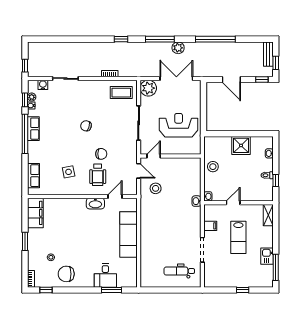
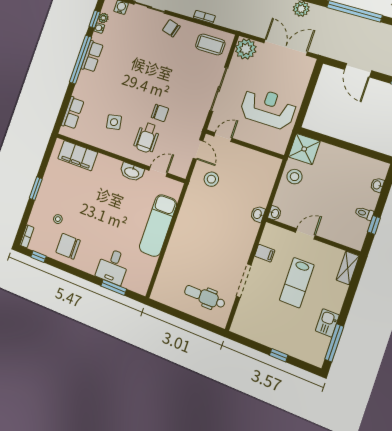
chair: (86, 126) -> (171, 28), moved
shower: (241, 145) -> (304, 149), moved
filing cabinet: (35, 213) -> (78, 156), moved, turned 90

